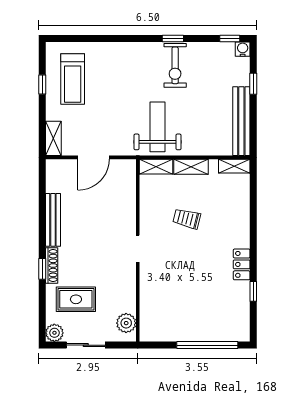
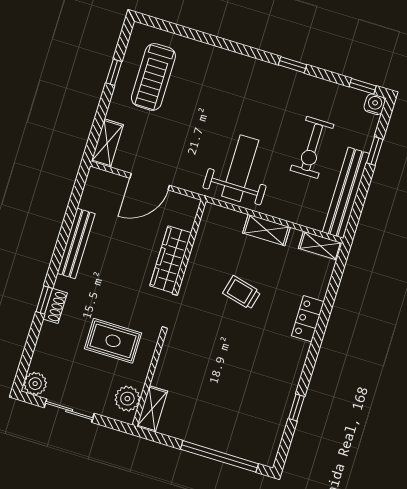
exercise bike: (175, 65) -> (312, 147), moved
shelving: (156, 167) -> (152, 409), moved, turned 90
wardrobe: (127, 210) -> (171, 259), added
locker: (242, 264) -> (308, 319), moved
shoe rack: (52, 265) -> (55, 306), width x0.70
rug: (76, 299) -> (113, 341), moved

